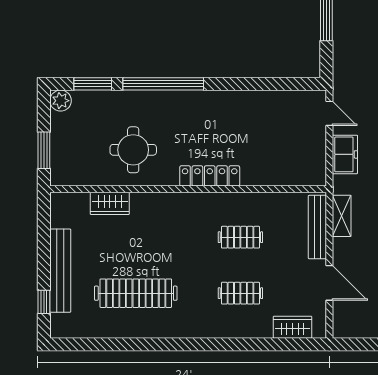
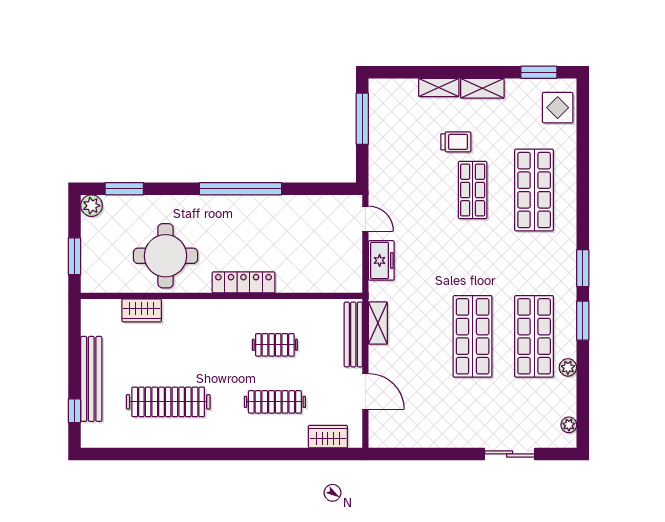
window: (163, 84) -> (241, 189), moved
round table: (133, 150) -> (166, 256), width x1.36, depth x1.36
clothes rail: (240, 293) -> (275, 402), width x1.36

